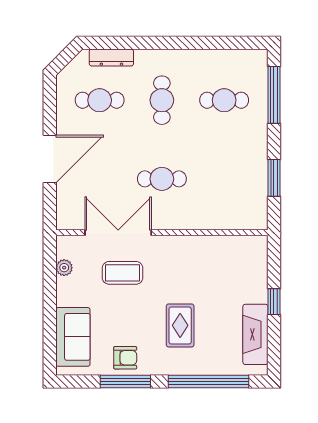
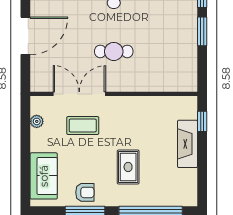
window: (274, 178) -> (202, 31), moved
window: (274, 302) -> (202, 121), moved
fireplace: (255, 334) -> (187, 144), moved

